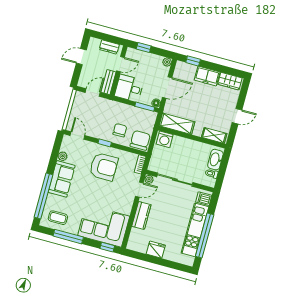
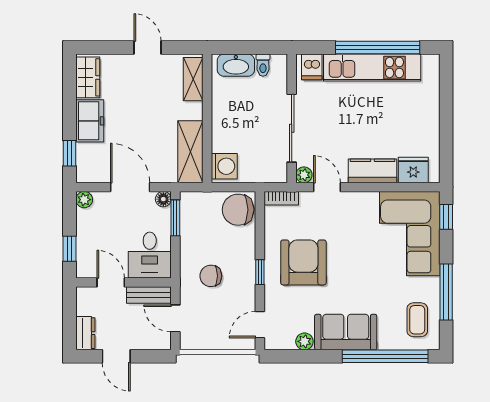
dresser: (109, 47) -> (85, 333), moved
chair: (120, 130) -> (211, 276), moved
fridge: (156, 250) -> (413, 170), moved, turned 90

